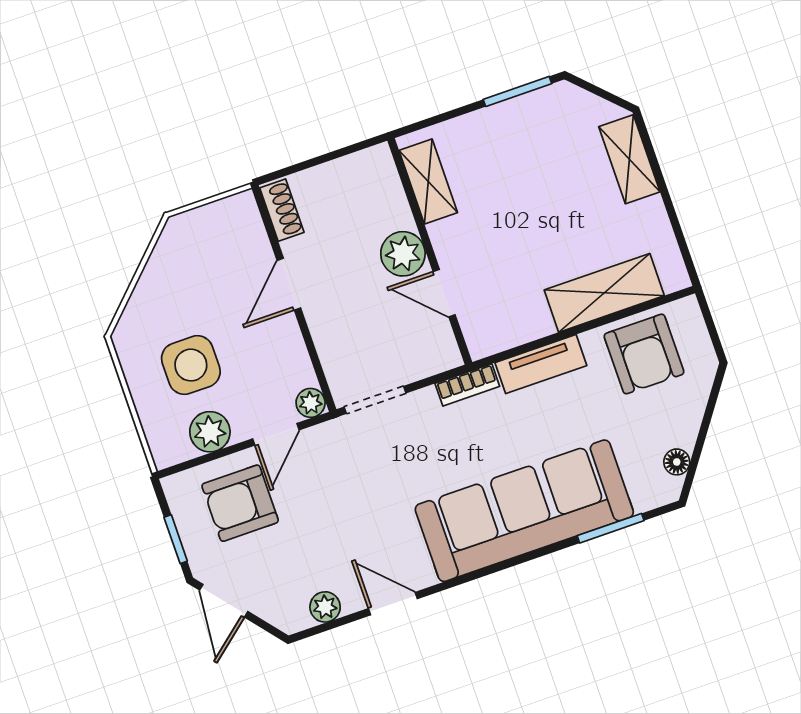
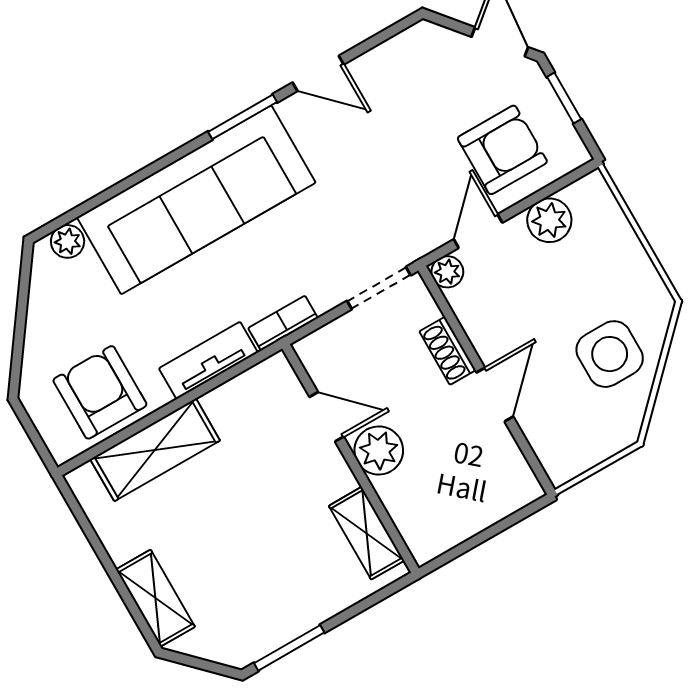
shoe rack: (282, 210) -> (447, 351), moved
side table: (191, 365) -> (610, 354), moved
floor lamp: (677, 462) -> (43, 283), removed
window: (611, 528) -> (242, 117), moved
plant: (325, 607) -> (68, 241), moved

